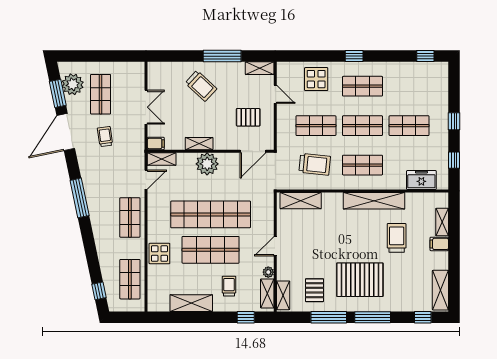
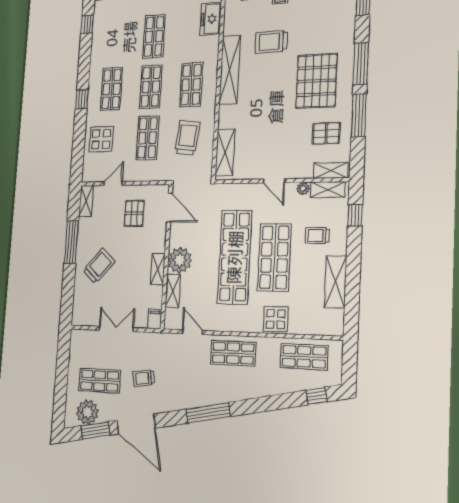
shelving: (162, 159) -> (173, 291), moved

